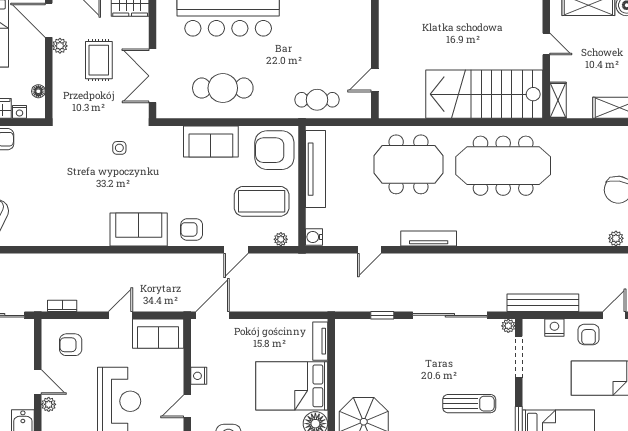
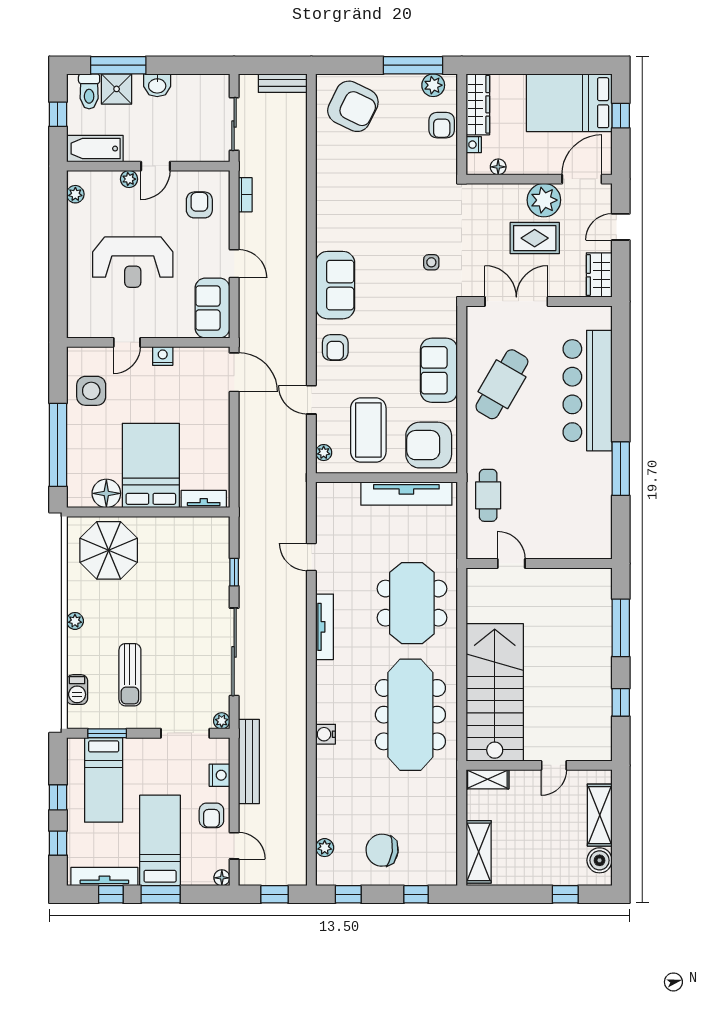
plant: (60, 46) -> (544, 200), width x1.87, depth x1.87
cafe table: (223, 88) -> (502, 384), turned 30
armchair: (274, 150) -> (429, 445), turned -90
armchair: (192, 229) -> (335, 347), turned 180
water cooler: (314, 237) -> (326, 734), moved, turned -90
armchair: (589, 334) -> (211, 815), turned -90
door: (187, 406) -> (127, 342), swing flipped

